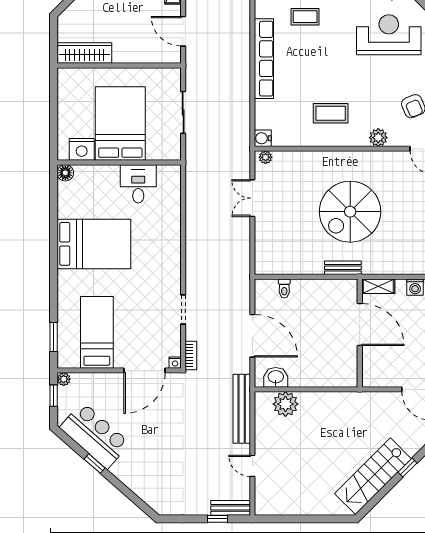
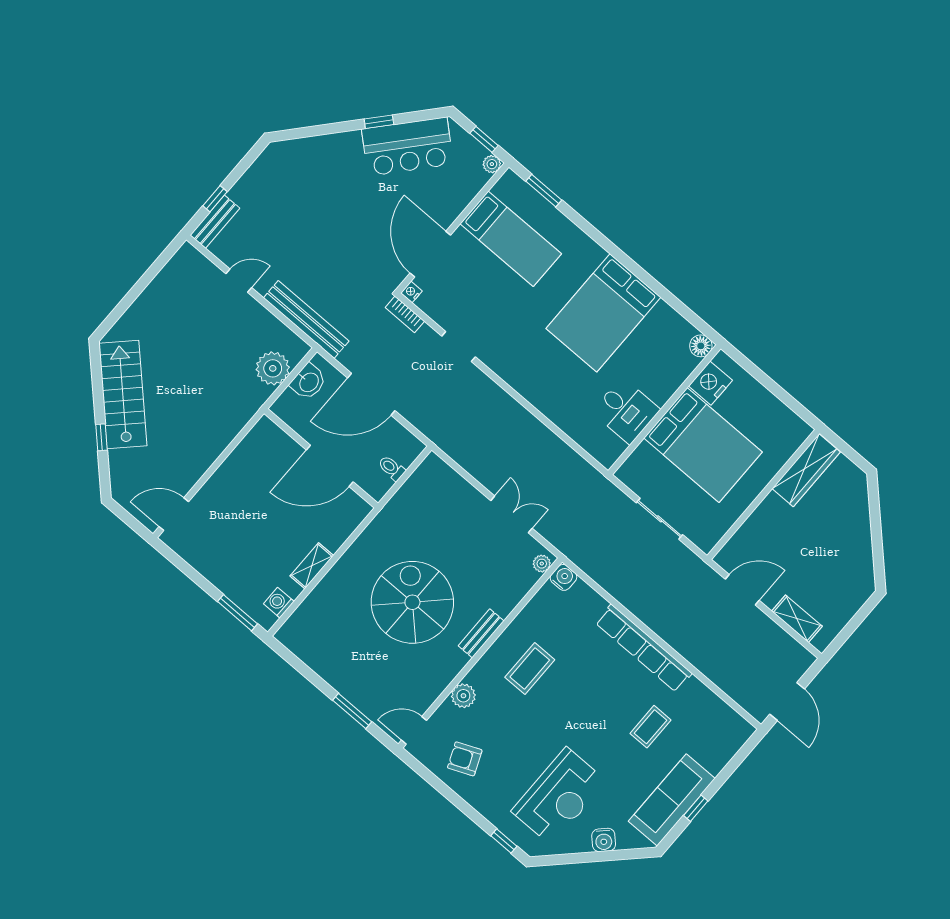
bench: (343, 268) -> (481, 633), moved
door: (360, 325) -> (330, 466), moved
wall: (360, 333) -> (321, 458), moved

